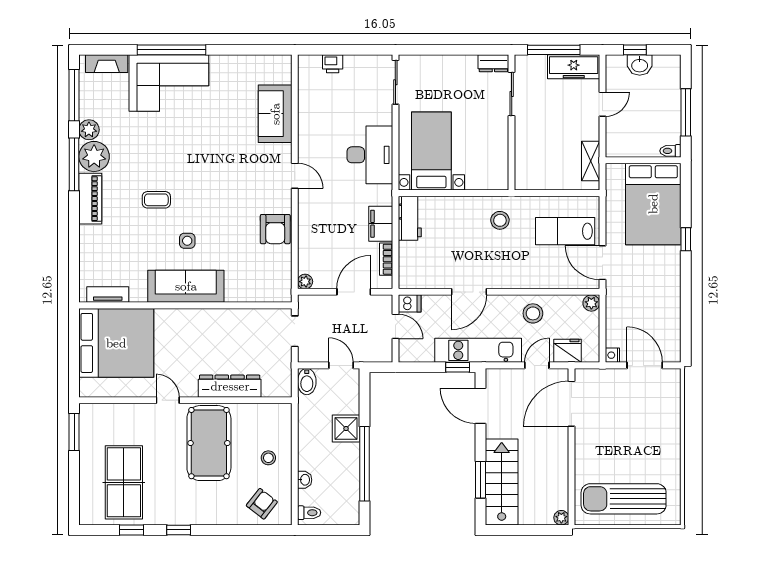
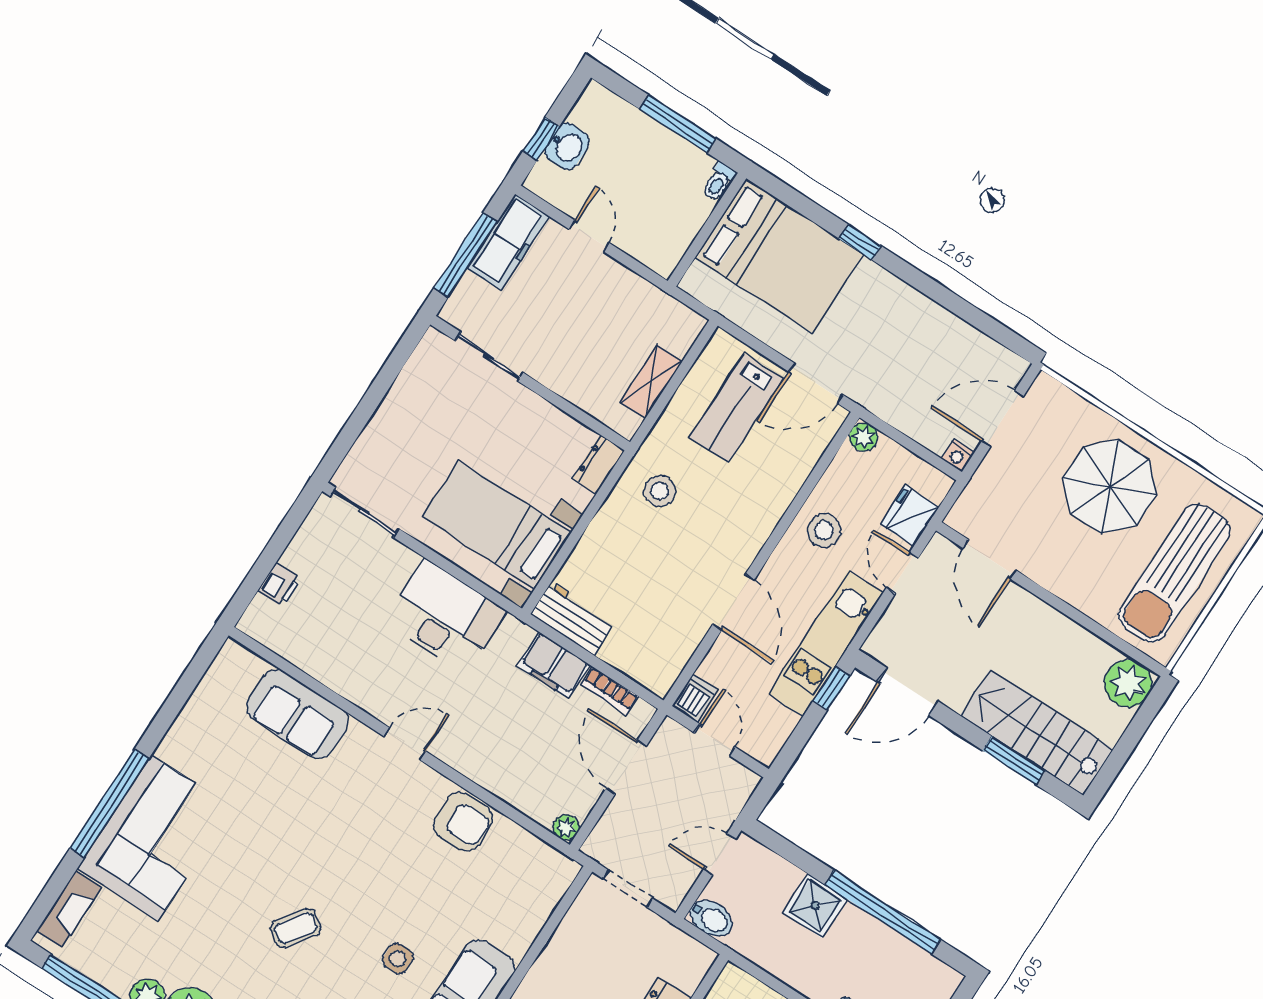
dresser: (493, 63) -> (598, 464), moved, turned 180
shelving: (591, 161) -> (651, 382), moved, turned 90
coffee table: (156, 200) -> (296, 928), moved, turned 36
door: (395, 326) -> (715, 740), hinge flipped
door: (572, 404) -> (990, 559), width x0.73
parasol: (646, 439) -> (1110, 486), added
plant: (561, 518) -> (1128, 683), width x1.88, depth x1.88

